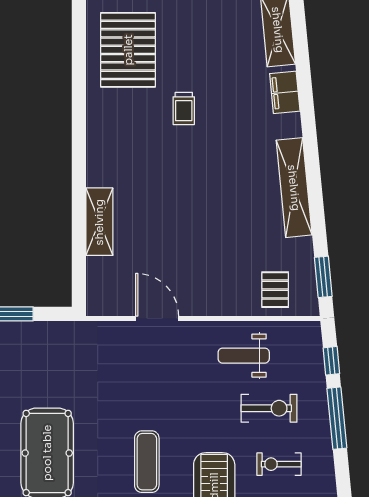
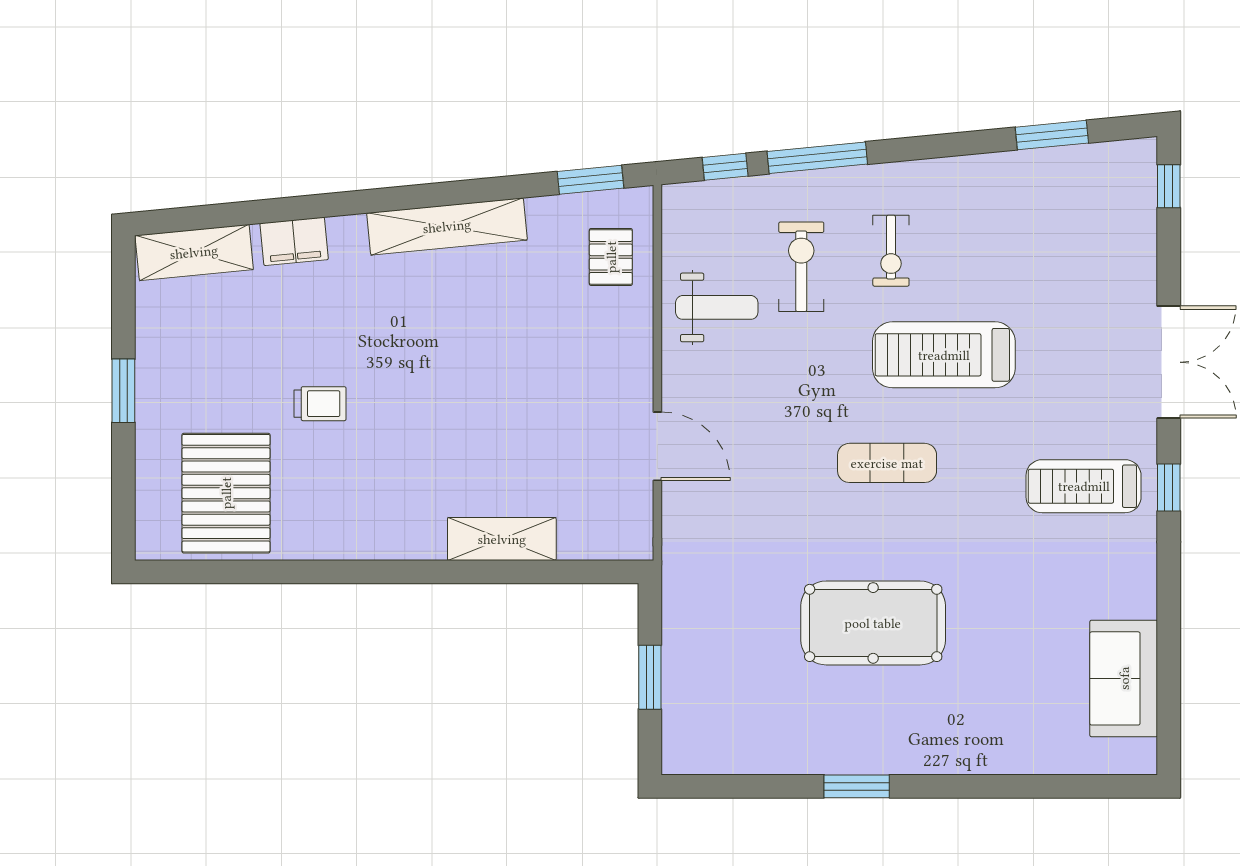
pallet: (128, 50) -> (226, 493), turned 90
pallet: (275, 290) -> (611, 257), turned 90
door: (157, 319) -> (657, 446), swing flipped
weight bench: (244, 356) -> (717, 307), turned -90

